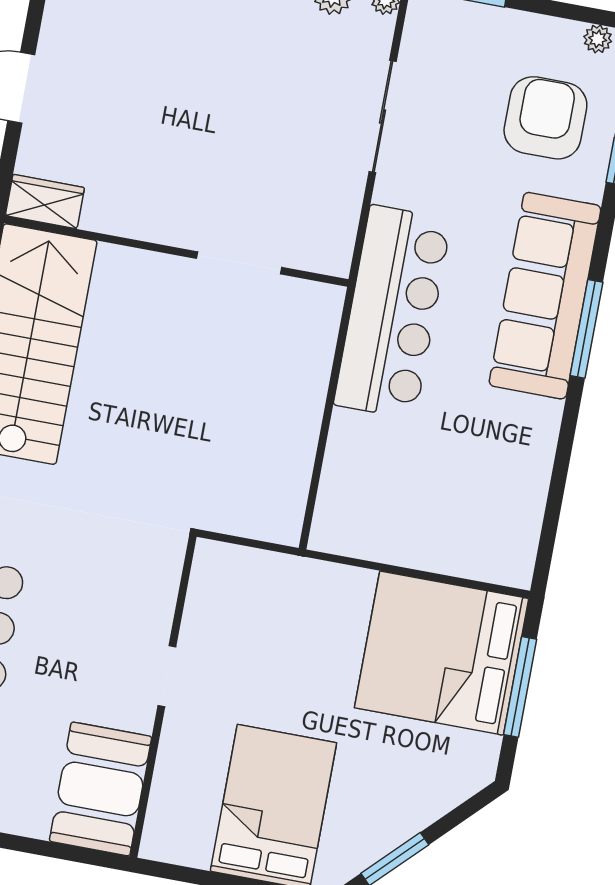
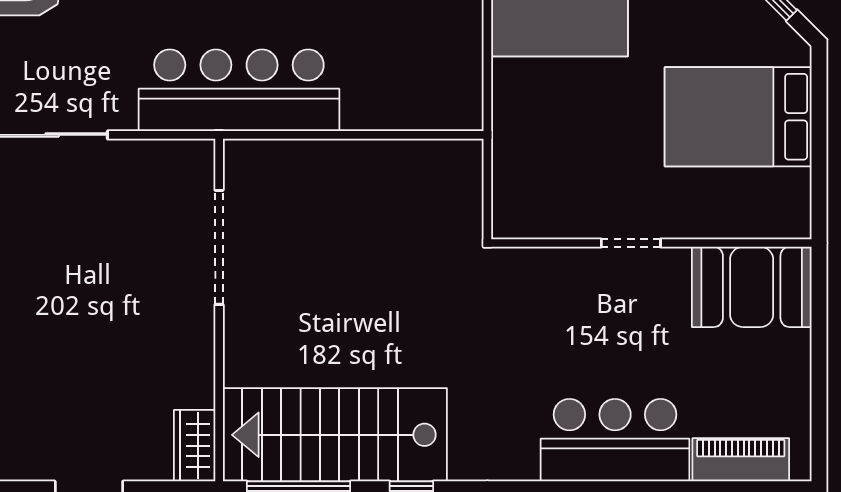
doorway: (239, 263) -> (219, 247), width x1.36

